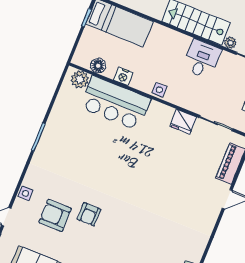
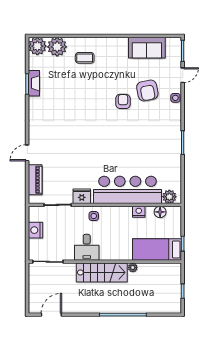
plant: (230, 43) -> (133, 268), moved
side table: (159, 90) -> (94, 216), moved
bar counter: (115, 103) -> (128, 190), width x1.36
armchair: (55, 216) -> (147, 91), turned 79

